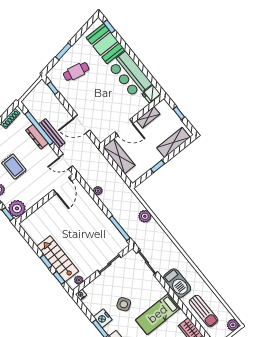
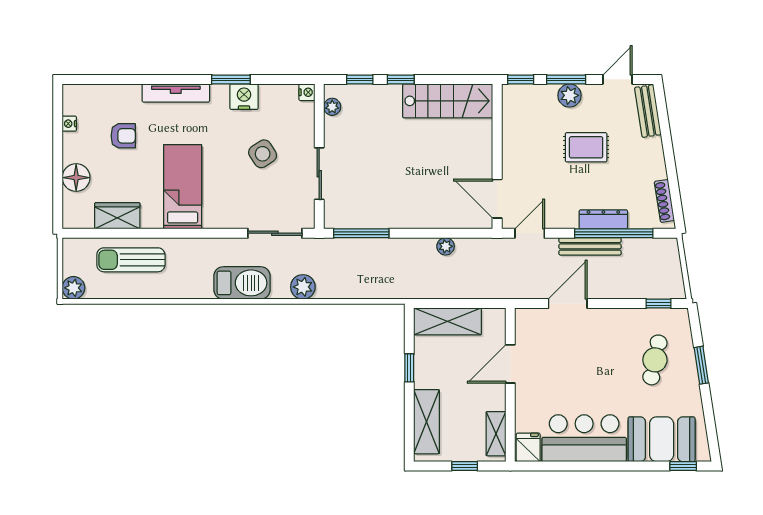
shelving: (148, 117) -> (496, 434), moved
shelving: (119, 156) -> (447, 321), moved
plant: (17, 208) -> (518, 100), removed
plant: (145, 216) -> (303, 287), moved
stairs: (58, 259) -> (448, 101), moved
barbecue: (177, 283) -> (242, 283), moved, turned 180
side table: (124, 304) -> (263, 154), moved

